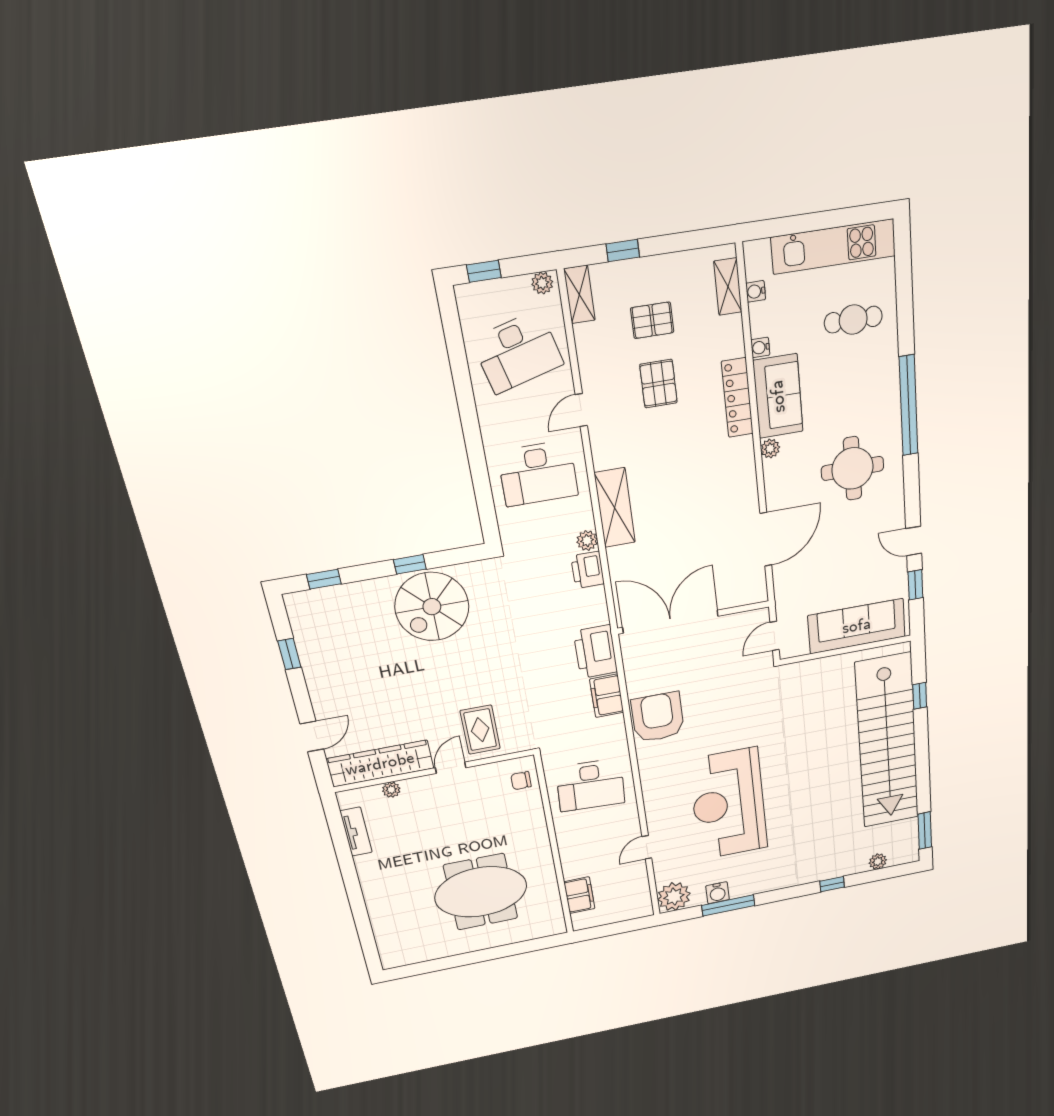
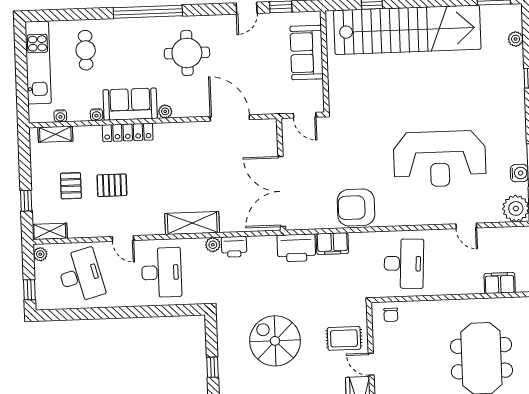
spiral stairs: (432, 607) -> (275, 341), moved, turned 180
sofa: (857, 626) -> (307, 53), width x0.73

